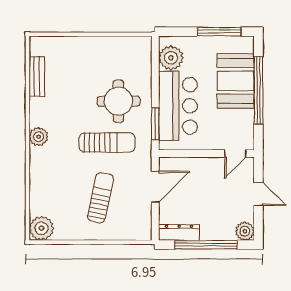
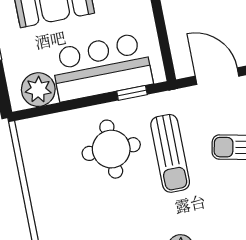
window: (155, 124) -> (132, 93), width x0.67
sun lounger: (107, 142) -> (170, 153), turned 180

